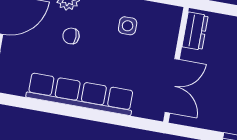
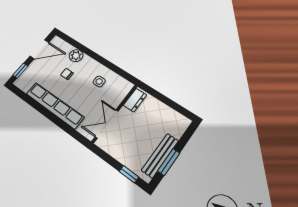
double door: (172, 86) -> (107, 124), swing flipped

